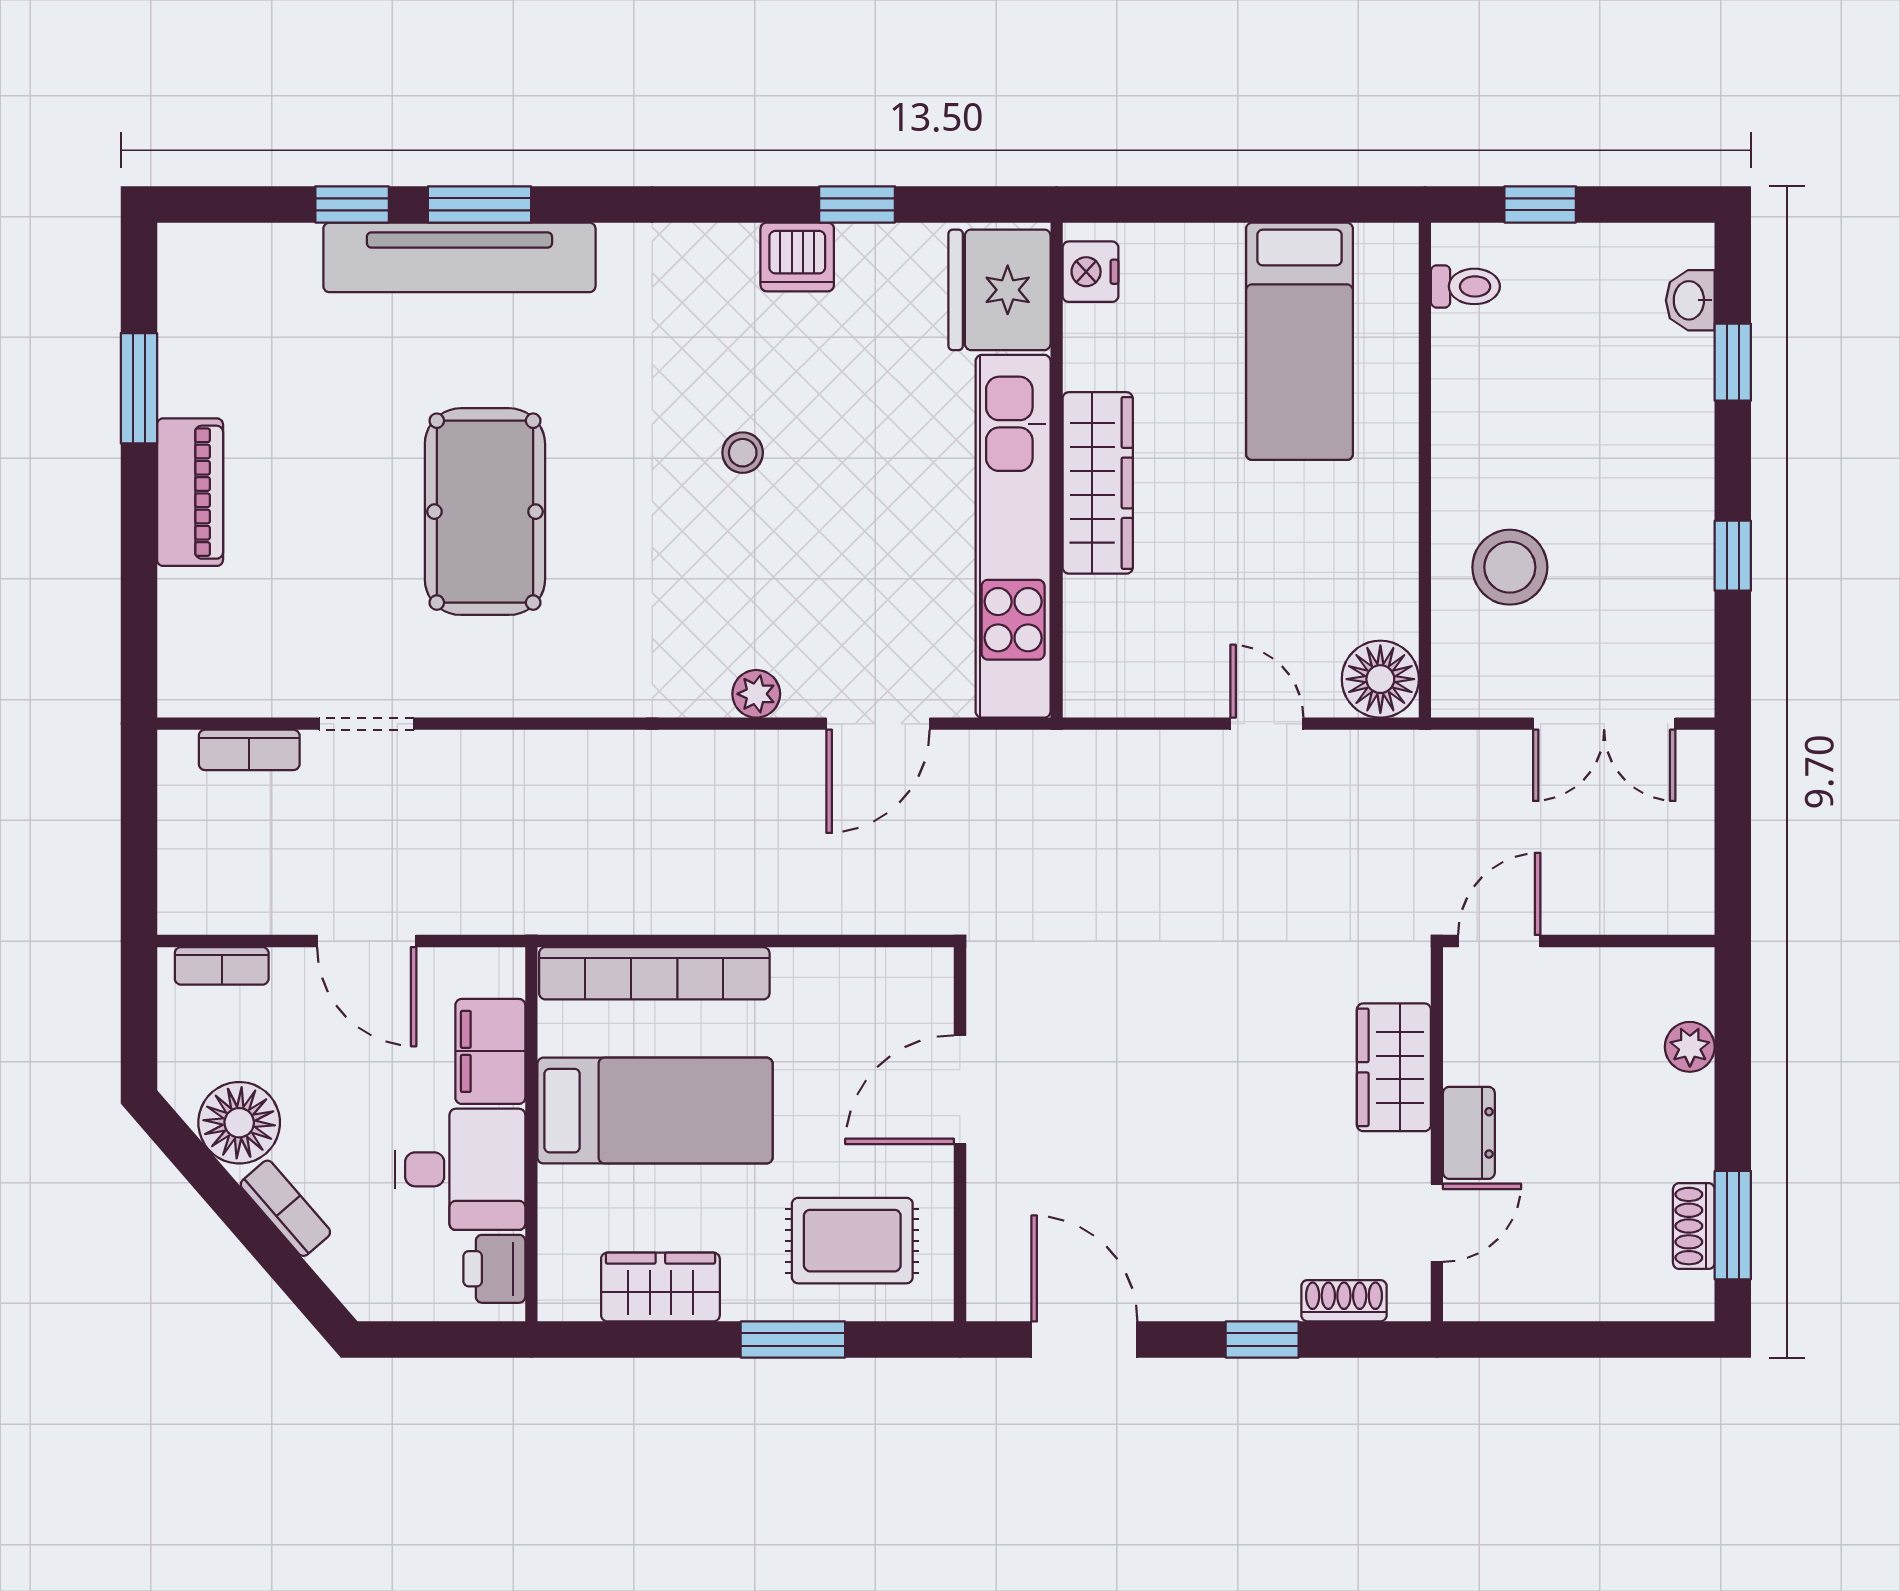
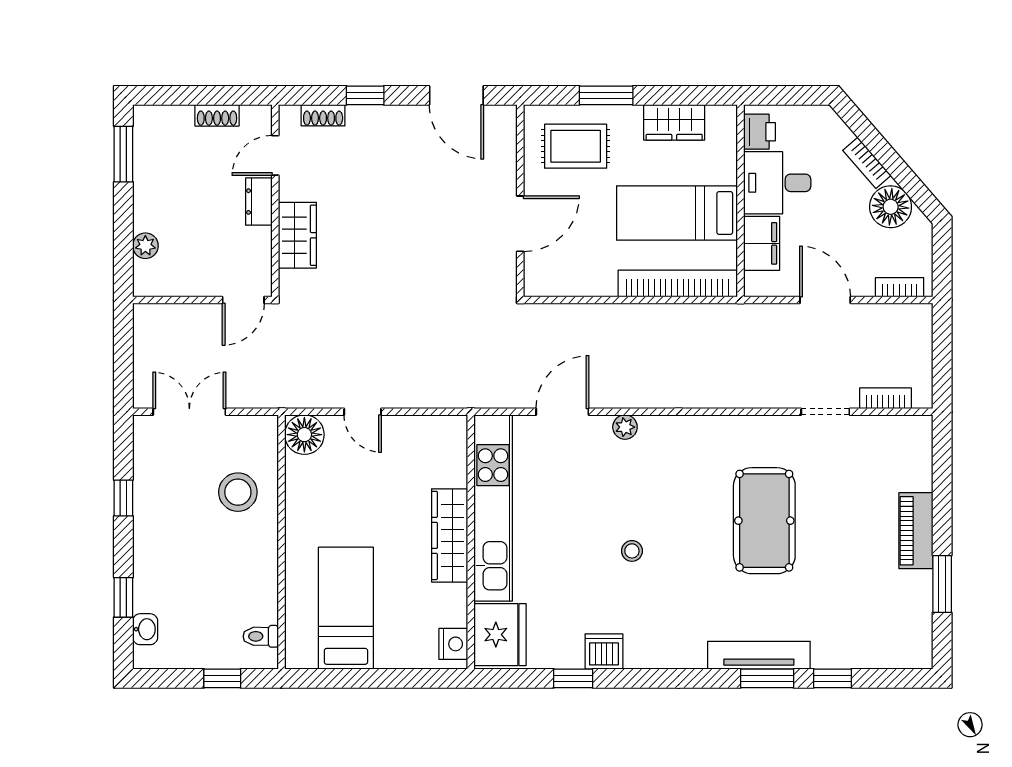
tv unit: (459, 257) -> (759, 655), width x0.73, depth x0.78
shoe rack: (1694, 1226) -> (217, 115), moved, turned 90

